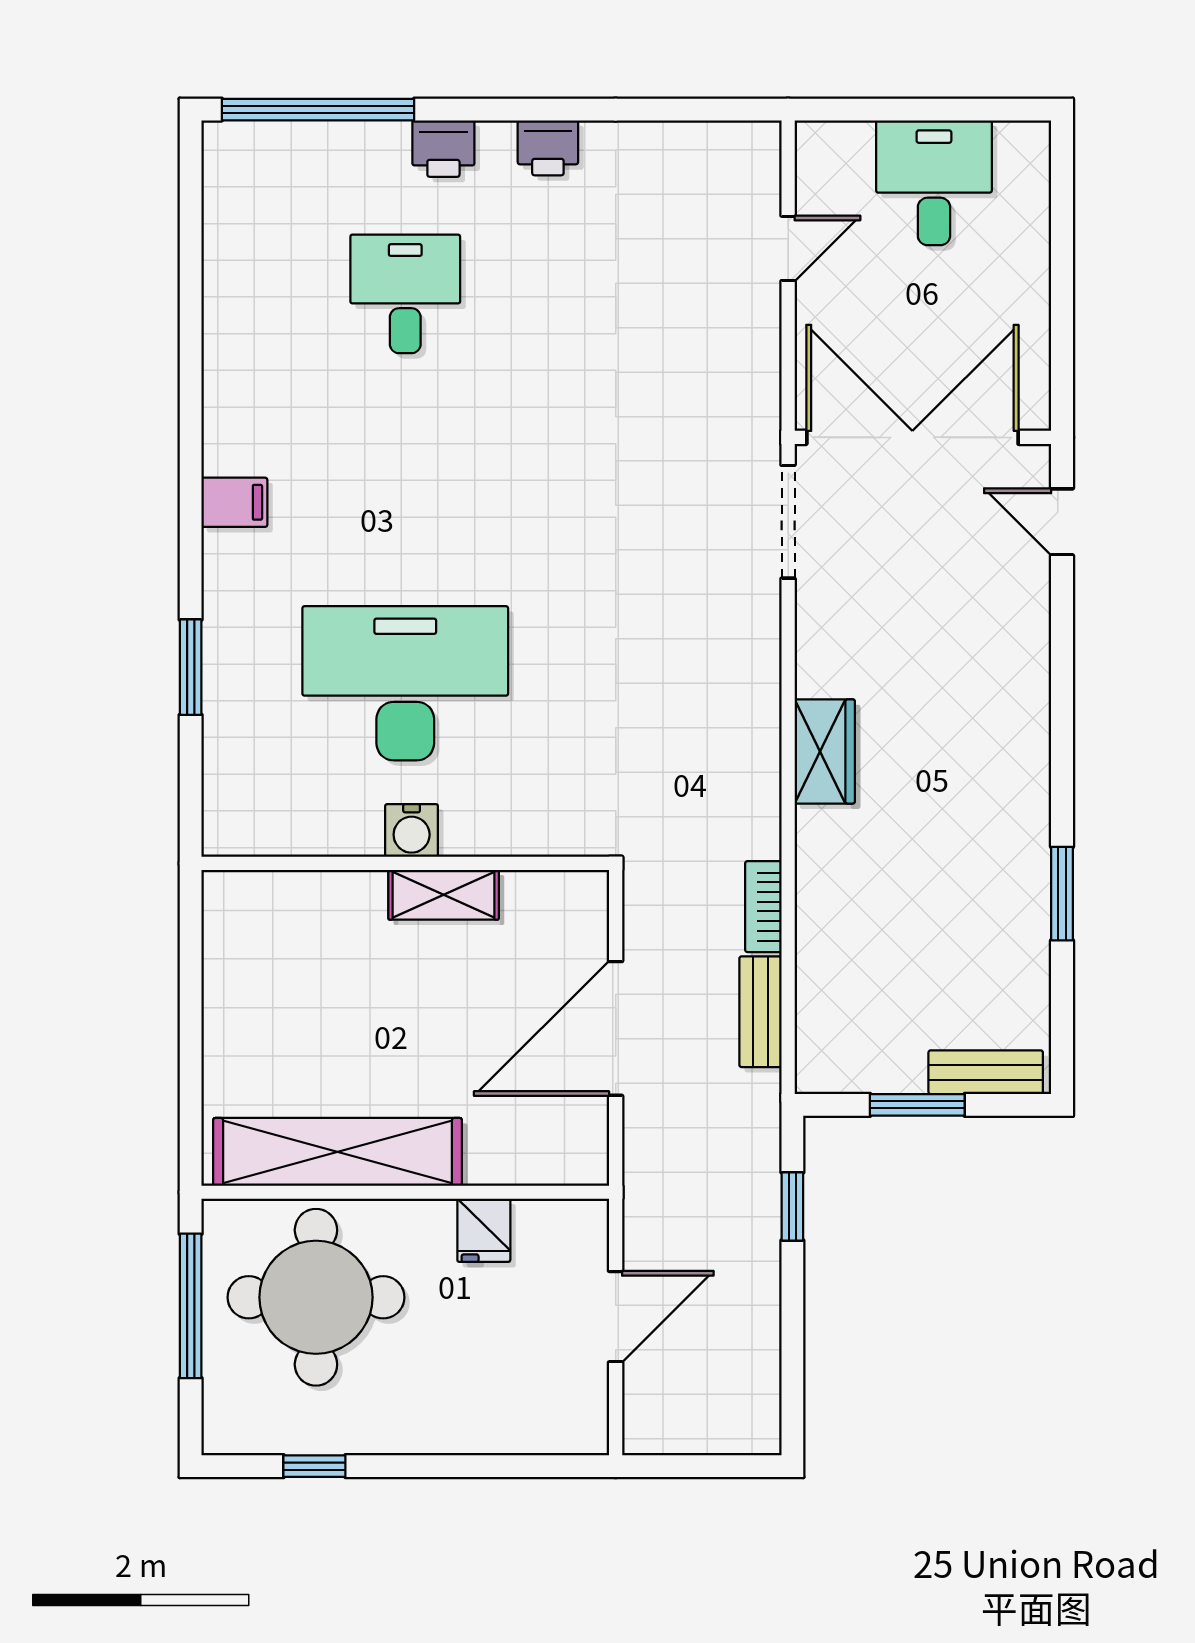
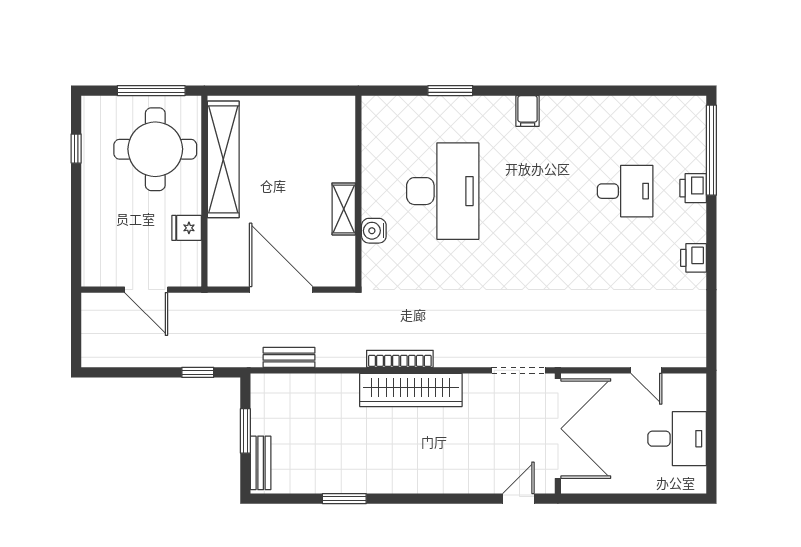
printer: (443, 149) -> (693, 188), moved
wardrobe: (825, 751) -> (411, 390), width x2.10, depth x1.17
water cooler: (412, 830) -> (374, 231), moved
bookcase: (763, 907) -> (400, 359), moved, width x1.56

